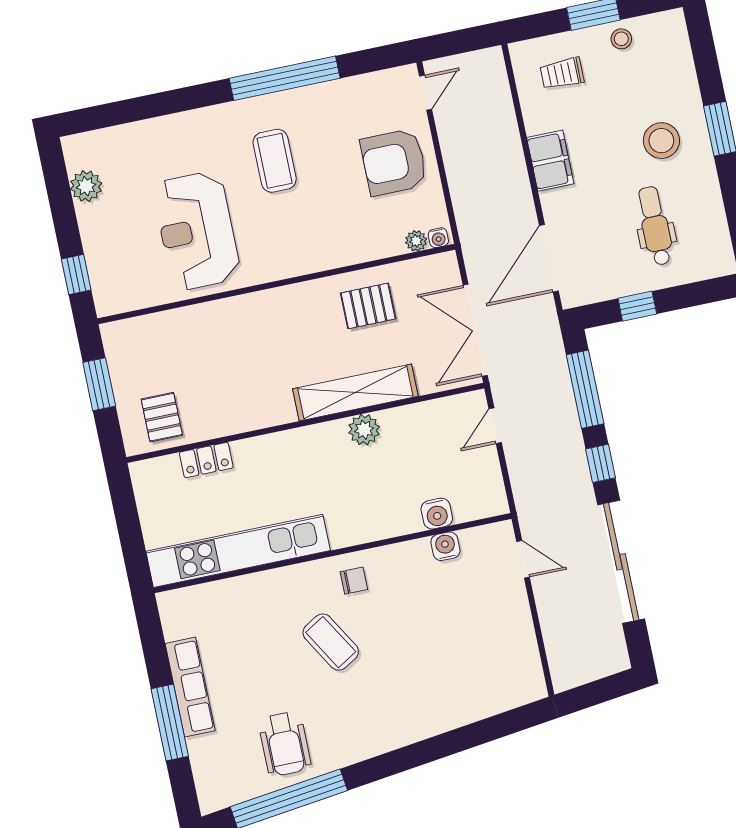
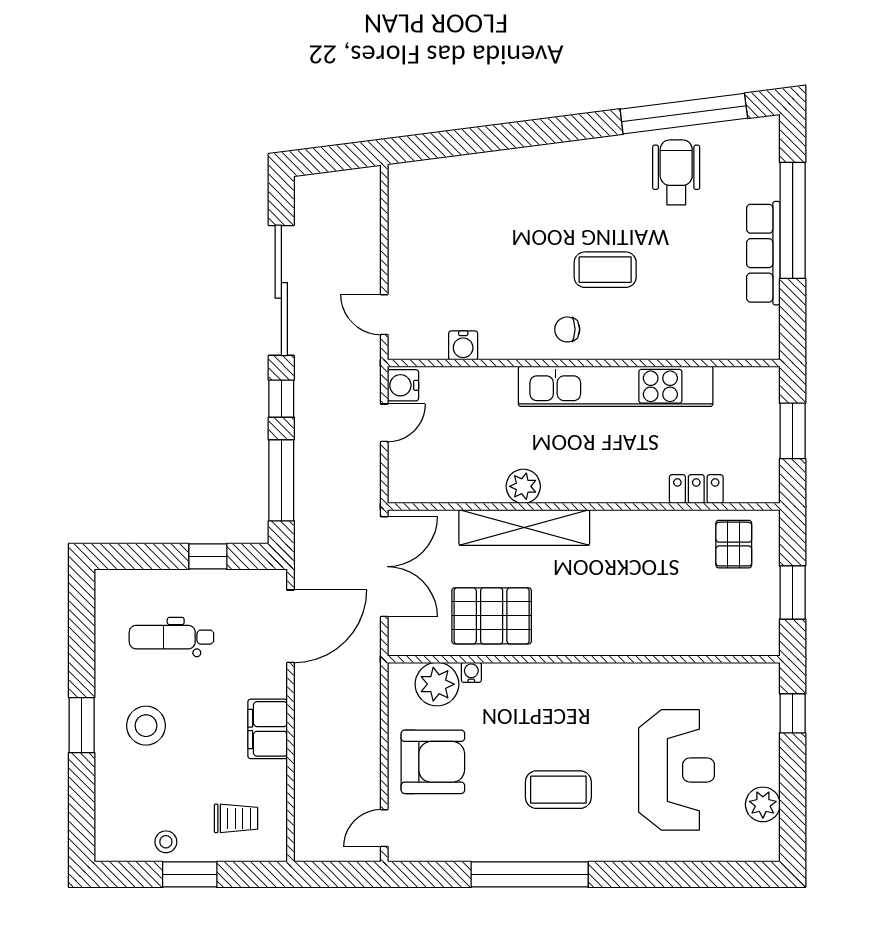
coffee table: (275, 161) -> (558, 790), turned 90
dental chair: (655, 226) -> (171, 637), turned 90
reception desk: (197, 231) -> (677, 770), moved
water cooler: (438, 238) -> (471, 672), moved
plant: (416, 241) -> (437, 684), width x1.88, depth x1.88
pallet: (368, 306) -> (492, 616), width x1.50, depth x1.42
door: (495, 426) -> (384, 423), moved
water cooler: (437, 514) -> (403, 385), moved, turned -90
window: (130, 531) -> (793, 431), added
kitchen unit: (238, 551) -> (616, 386), moved
coffee table: (331, 642) -> (605, 270), turned -59
window: (170, 722) -> (793, 220), width x1.46

